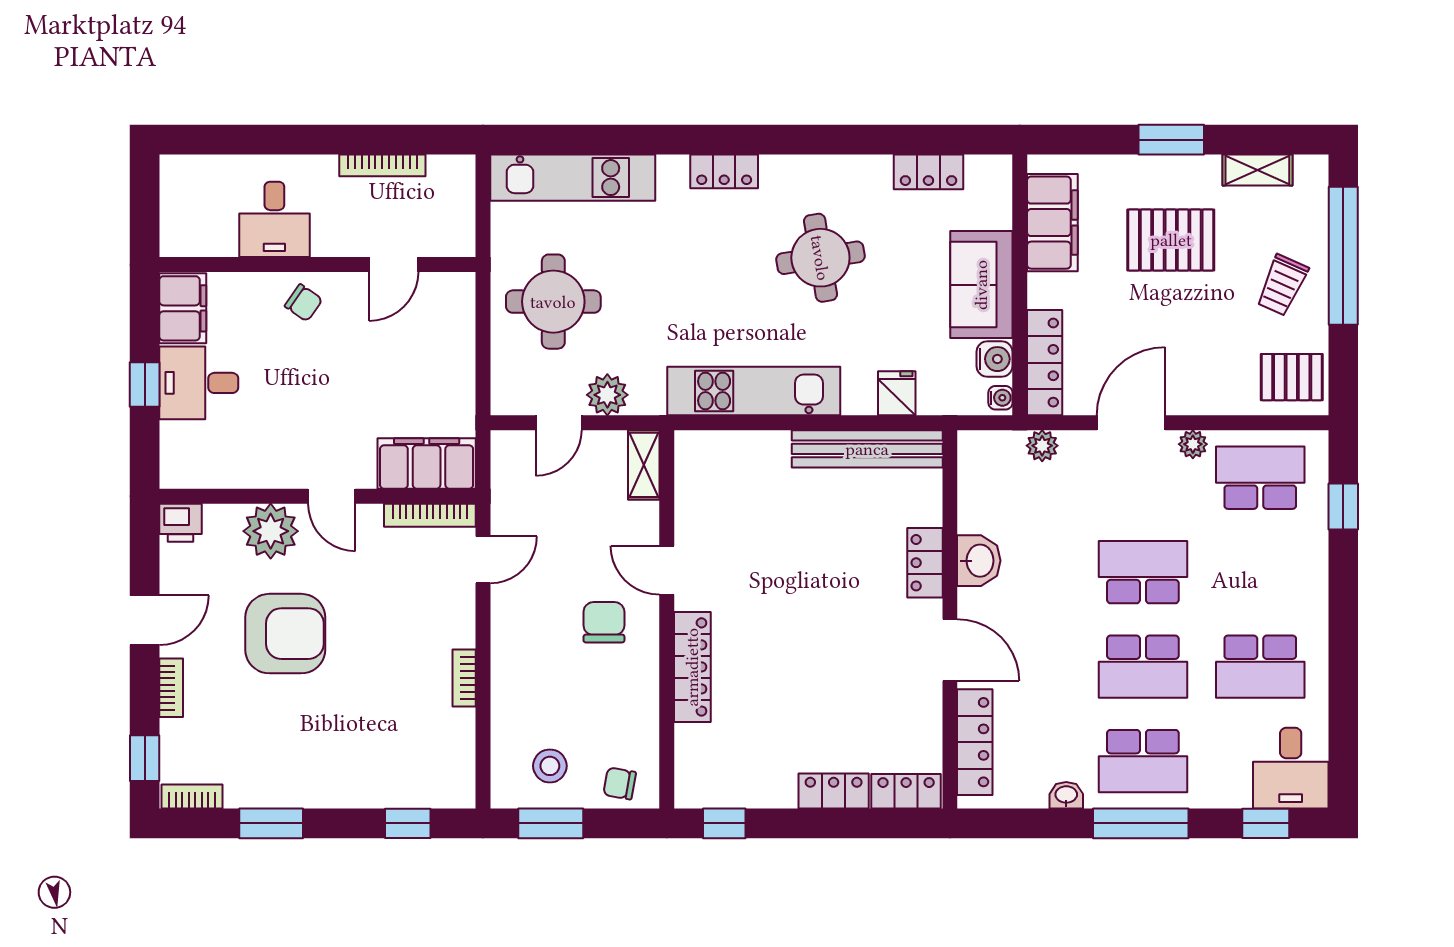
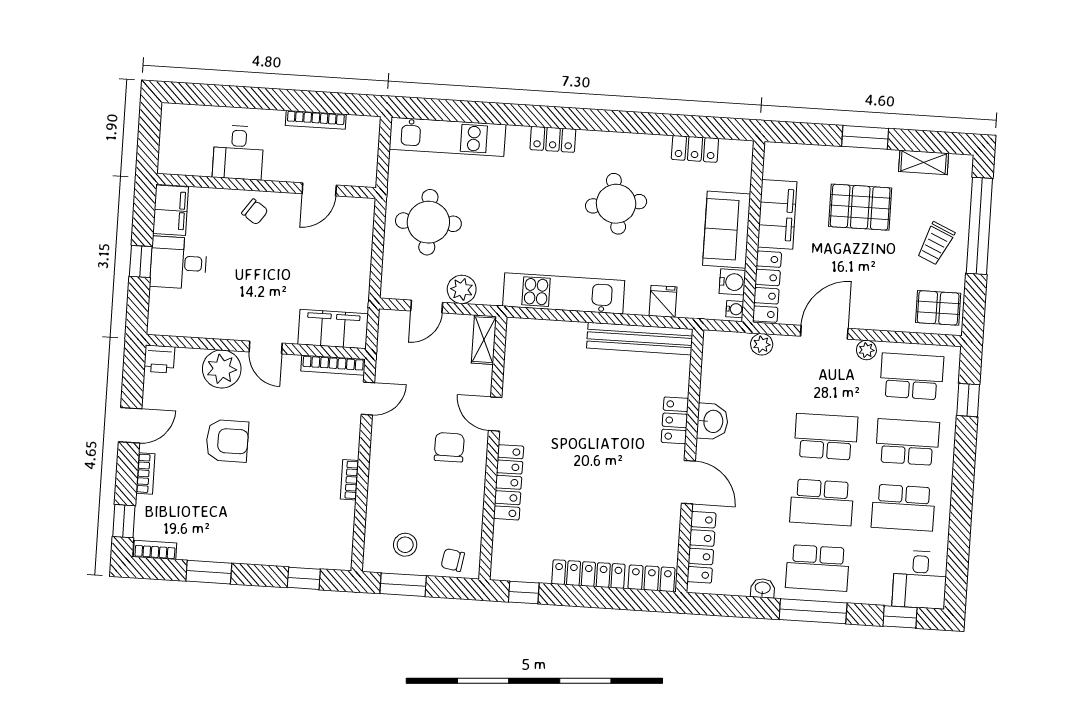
filing cabinet: (1052, 223) -> (777, 214), moved
school desk: (1260, 572) -> (907, 442), added
armchair: (285, 634) -> (227, 441), width x0.73, depth x0.73
locker: (834, 791) -> (588, 574), width x1.53

